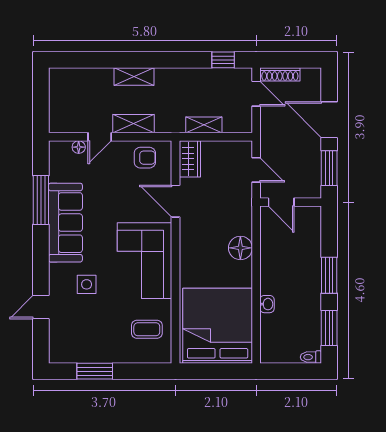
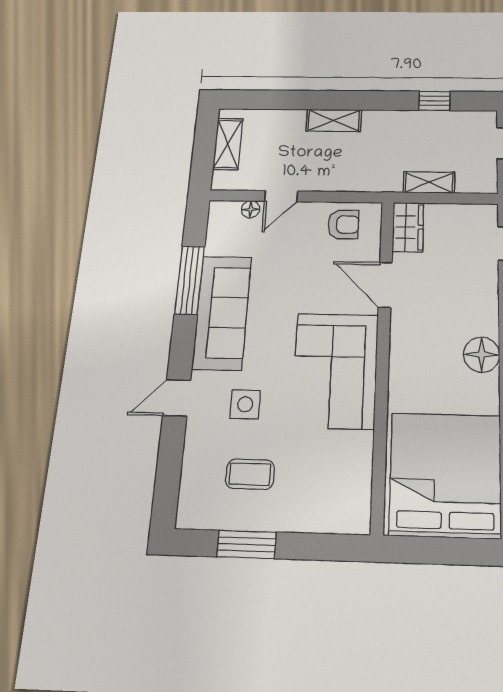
window: (223, 60) -> (435, 101), moved
shelving: (134, 124) -> (228, 144), moved, turned 90
door: (41, 307) -> (177, 398), moved
coffee table: (147, 329) -> (250, 474), moved

